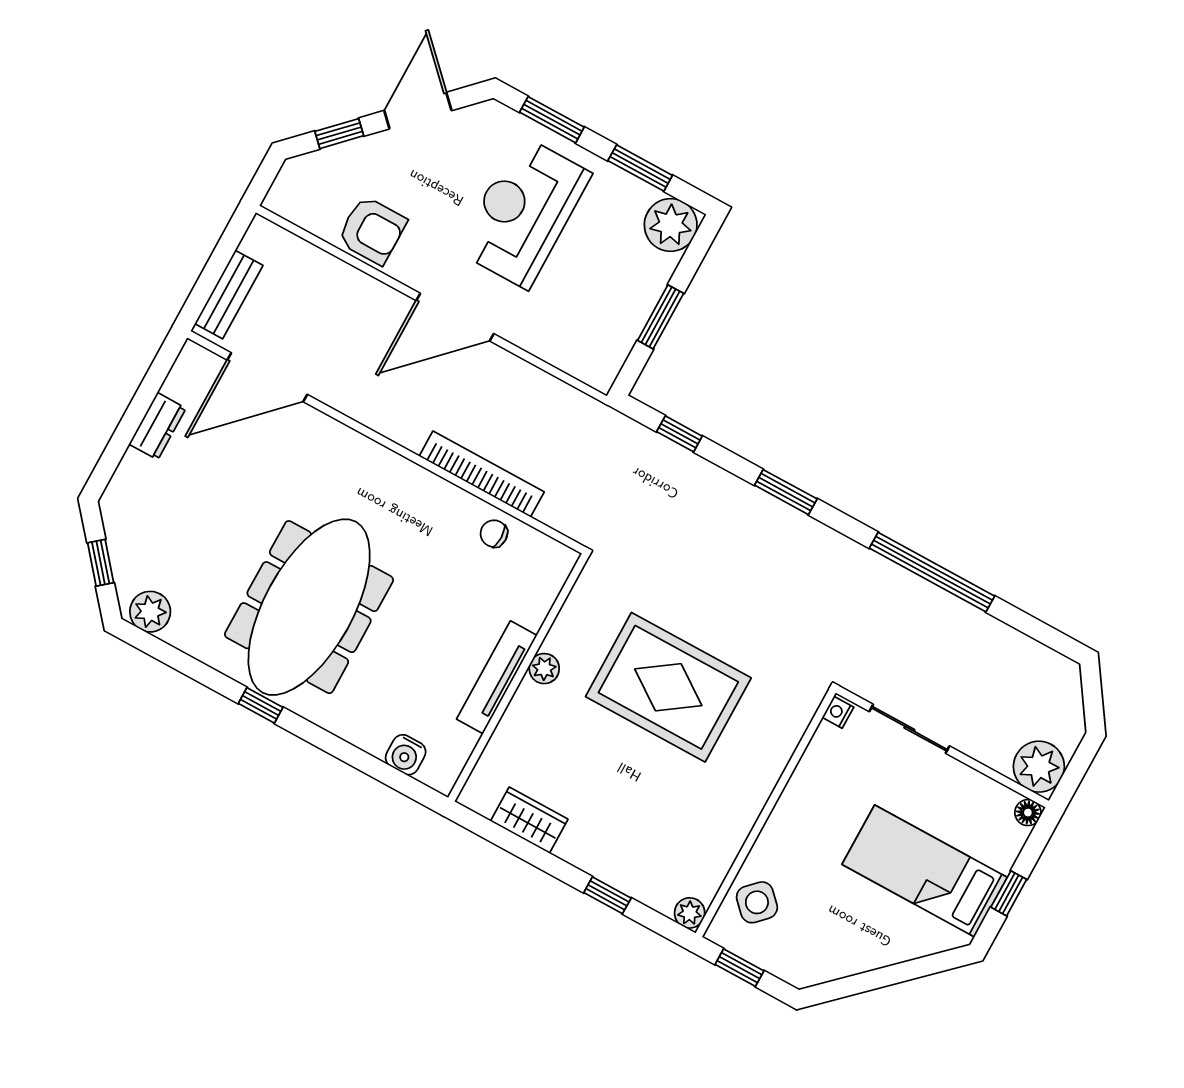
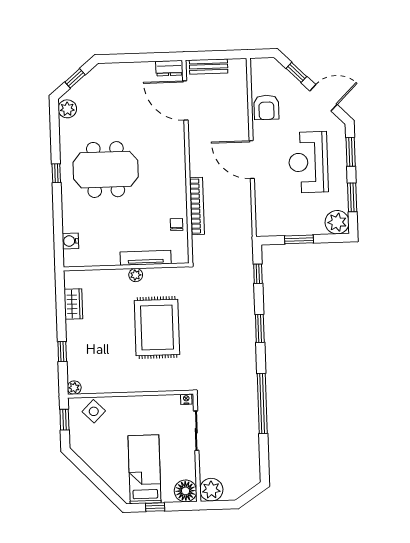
reception desk: (524, 212) -> (308, 162), turned -90
dresser: (157, 426) -> (169, 68), moved
meeting table: (309, 607) -> (106, 170), width x0.73
tv unit: (497, 677) -> (146, 258), moved
floor lamp: (1028, 813) -> (186, 491), width x1.89, depth x1.89

